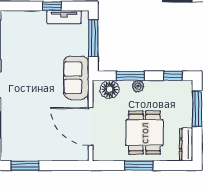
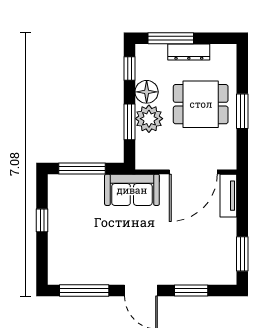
tv unit: (64, 17) -> (228, 196), moved, turned 180
plant: (138, 86) -> (149, 119), width x1.88, depth x1.88
floor lamp: (110, 89) -> (147, 92), moved
dresser: (186, 145) -> (189, 52), moved

